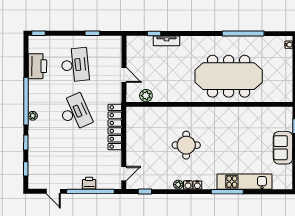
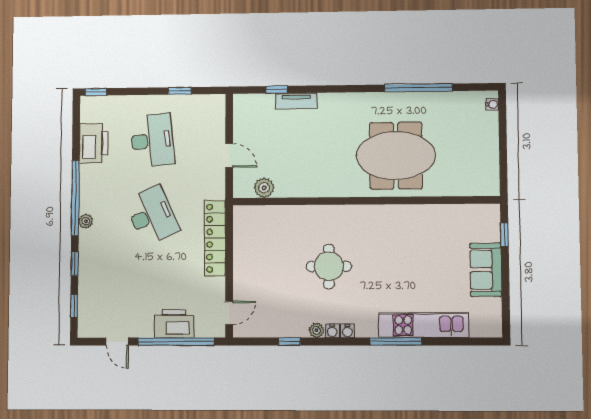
meeting table: (229, 76) -> (396, 156), width x0.73
printer: (89, 183) -> (174, 323), width x1.87, depth x1.48
window: (145, 192) -> (289, 342), moved

